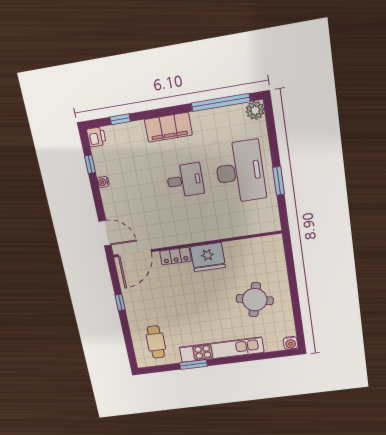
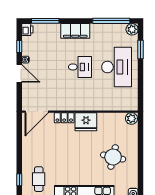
window: (120, 119) -> (45, 21), width x2.17
window: (279, 181) -> (141, 49), moved
door: (105, 233) -> (19, 73), moved
plant: (274, 243) -> (131, 119), added
window: (120, 302) -> (19, 180), moved

